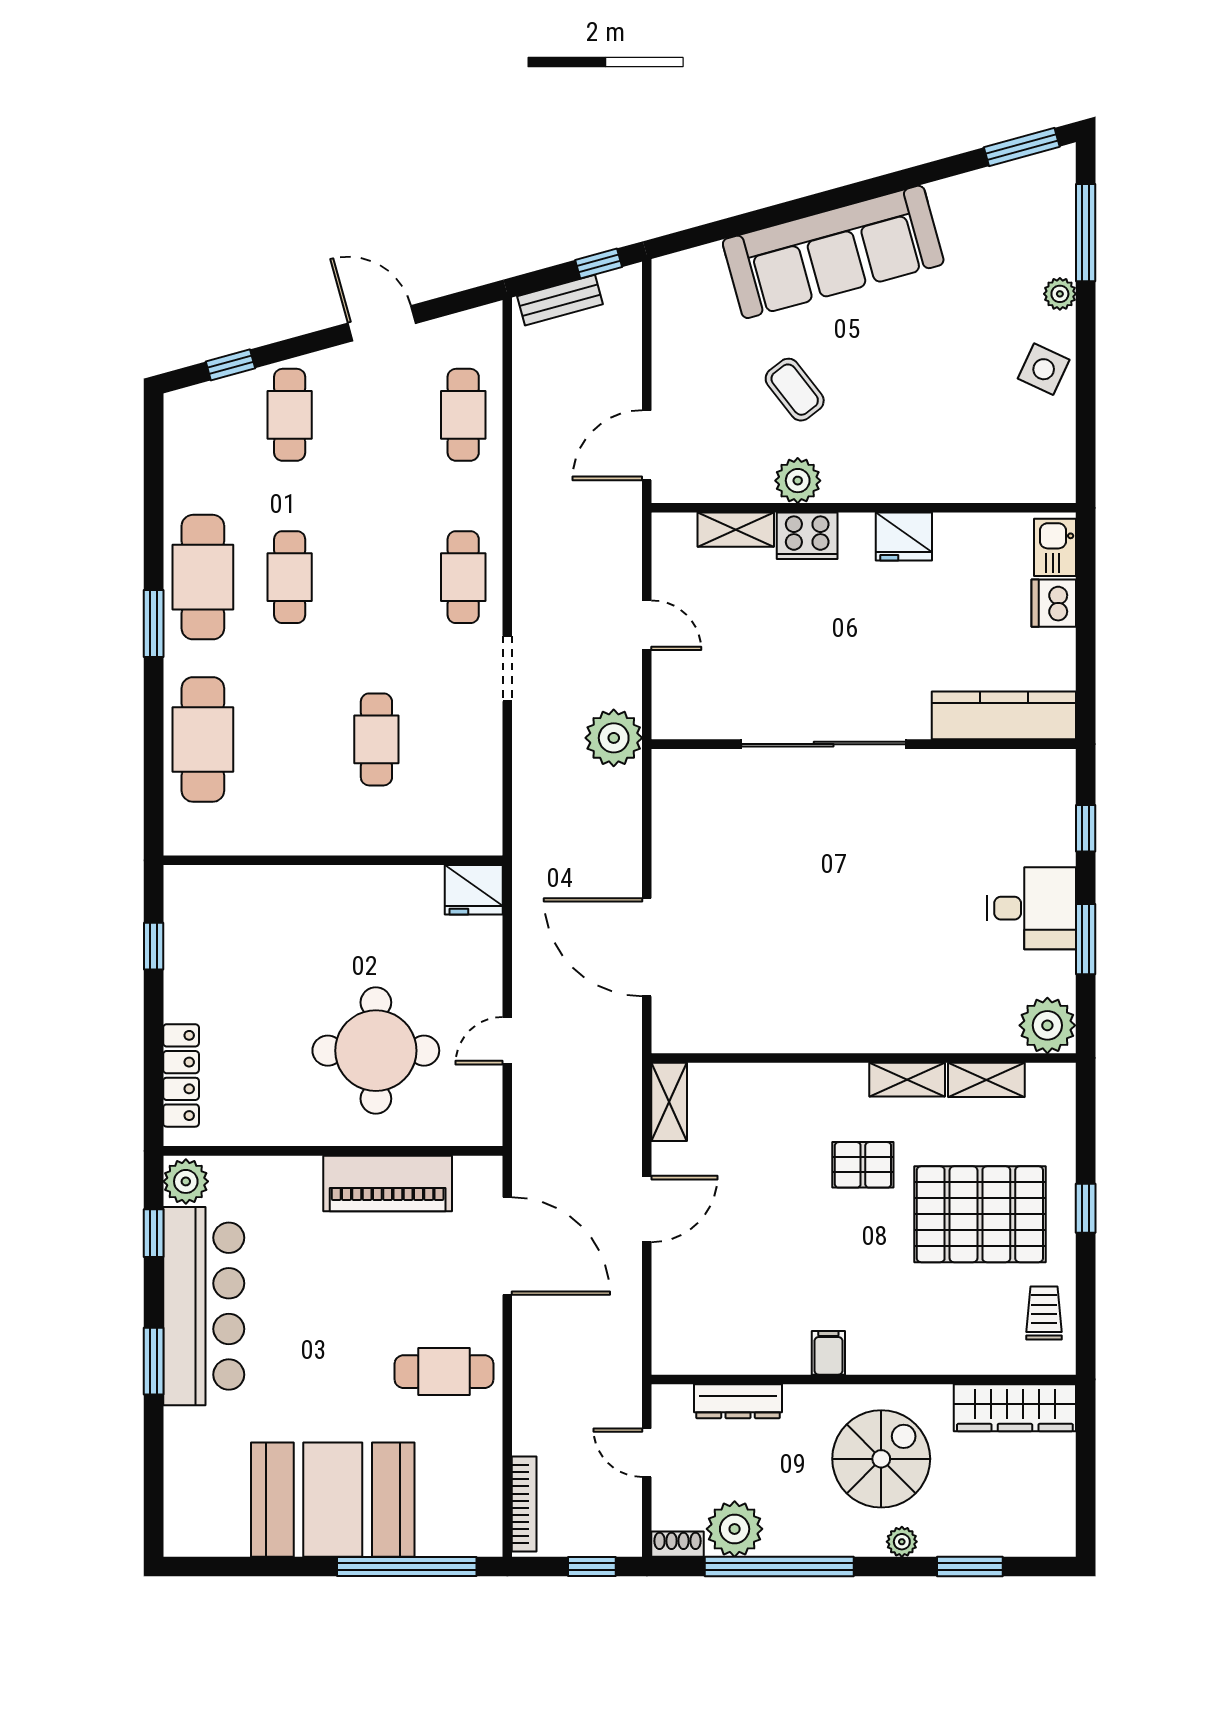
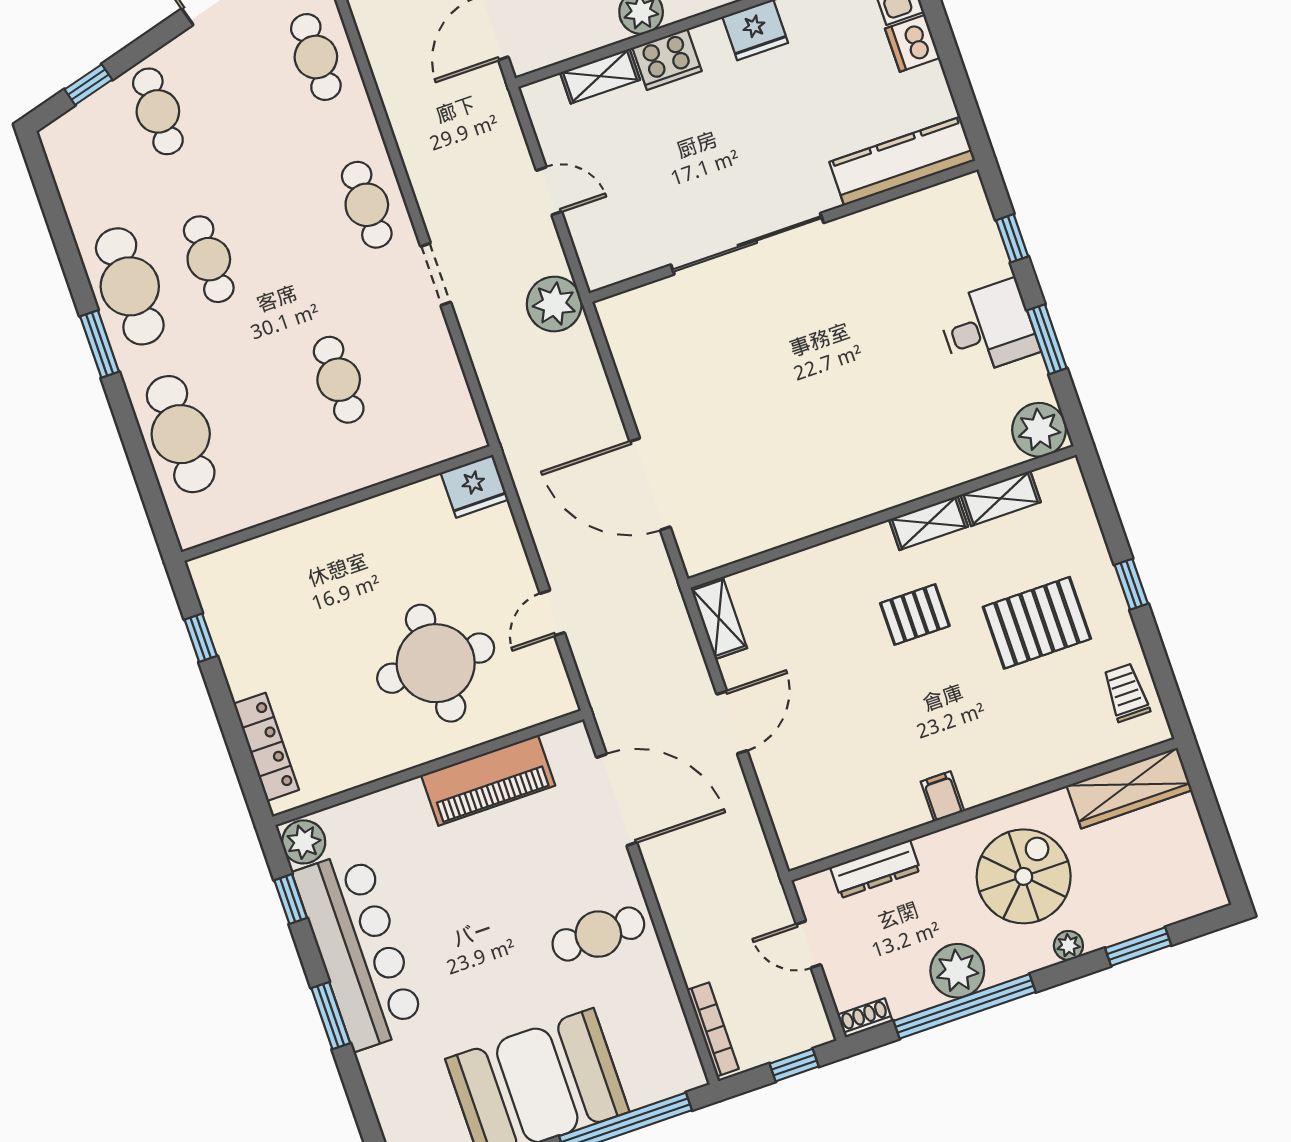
pallet: (980, 1214) -> (1037, 623), width x0.73, depth x0.71
plant: (735, 1529) -> (957, 971), moved

